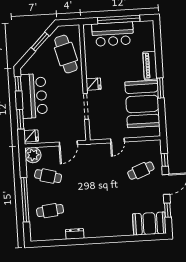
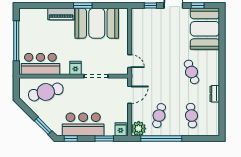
bar counter: (113, 34) -> (40, 64), moved, turned -90
window: (40, 42) -> (43, 126), moved
door: (117, 140) -> (130, 61), moved
door: (68, 143) -> (130, 95), hinge flipped
cafe table: (141, 171) -> (192, 72), moved
window: (25, 200) -> (161, 138), moved
booth: (149, 224) -> (205, 29), width x1.36, depth x1.42

